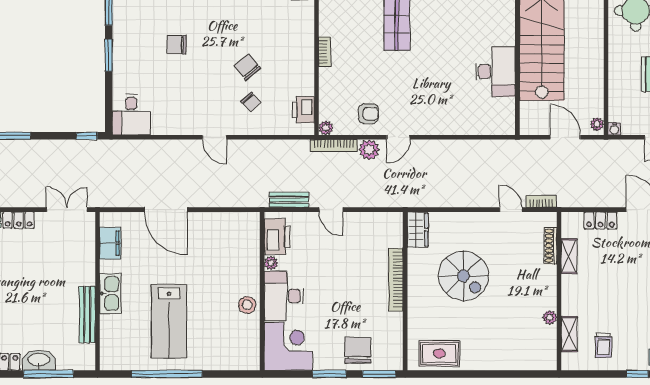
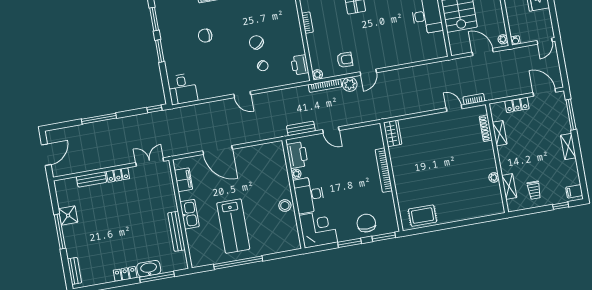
spiral stairs: (464, 276) -> (430, 159), removed

